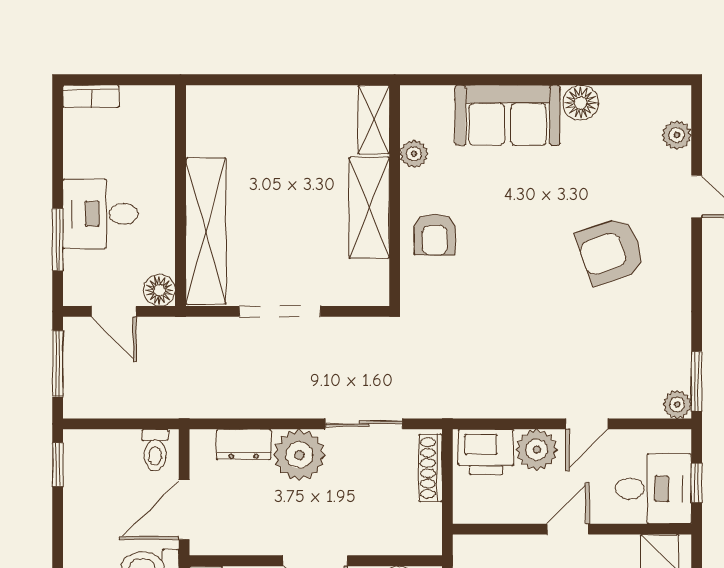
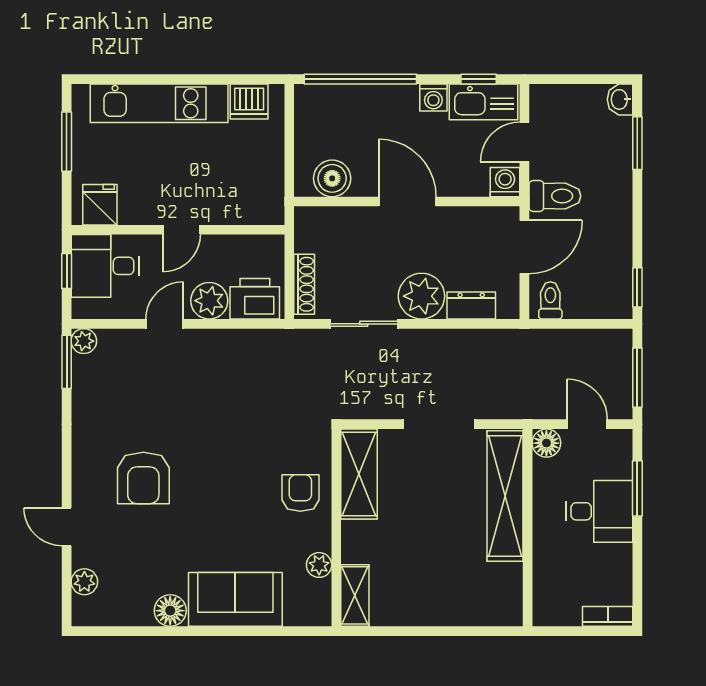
shelving: (369, 208) -> (359, 474), moved
armchair: (611, 251) -> (143, 478), turned 109

